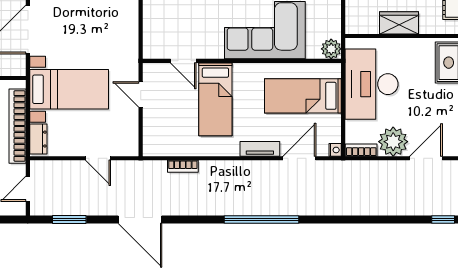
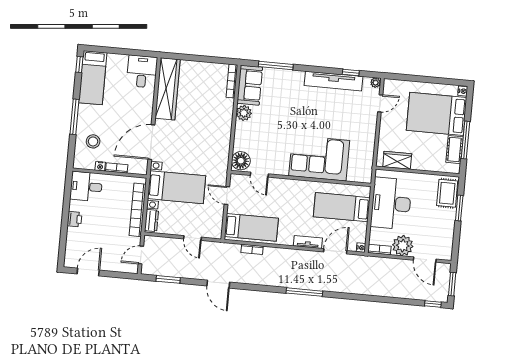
wardrobe: (399, 23) -> (397, 160), moved
floor lamp: (156, 44) -> (241, 161), added
plant: (331, 49) -> (365, 176), removed
bed: (215, 99) -> (251, 227), moved, turned -90
door: (426, 158) -> (425, 260), swing flipped
door: (140, 219) -> (218, 284), width x0.73
window: (262, 219) -> (304, 292), width x0.68

